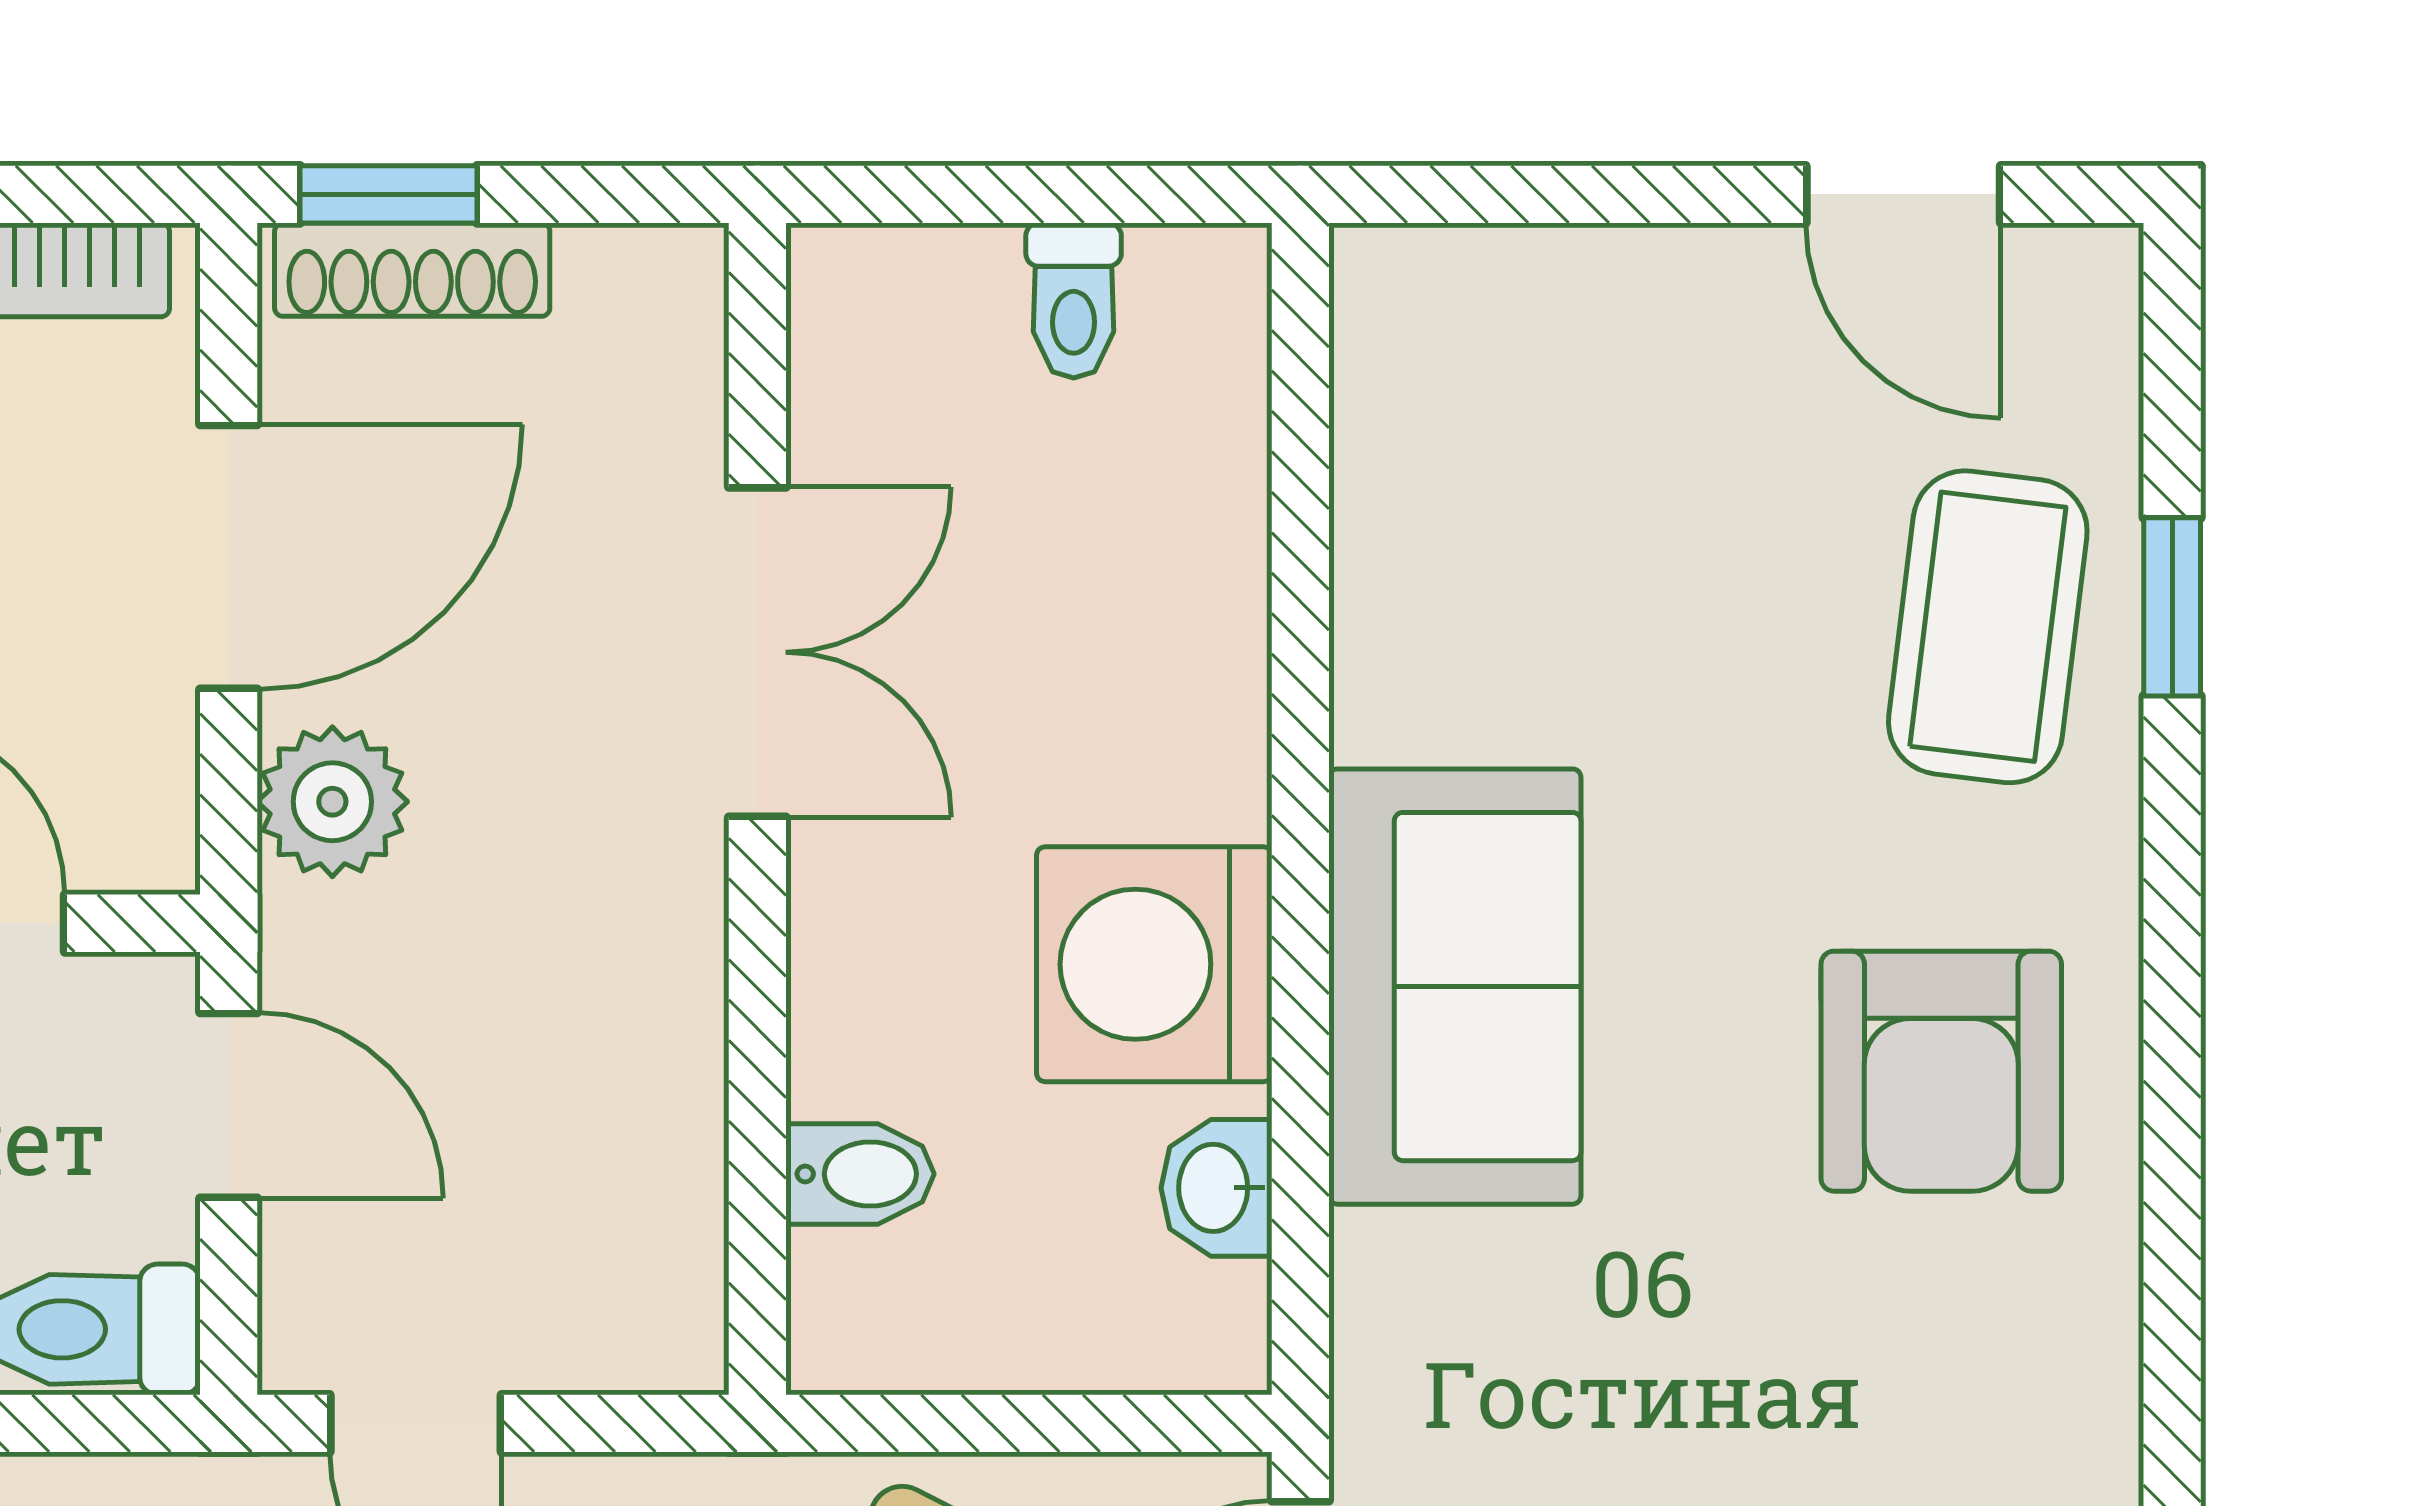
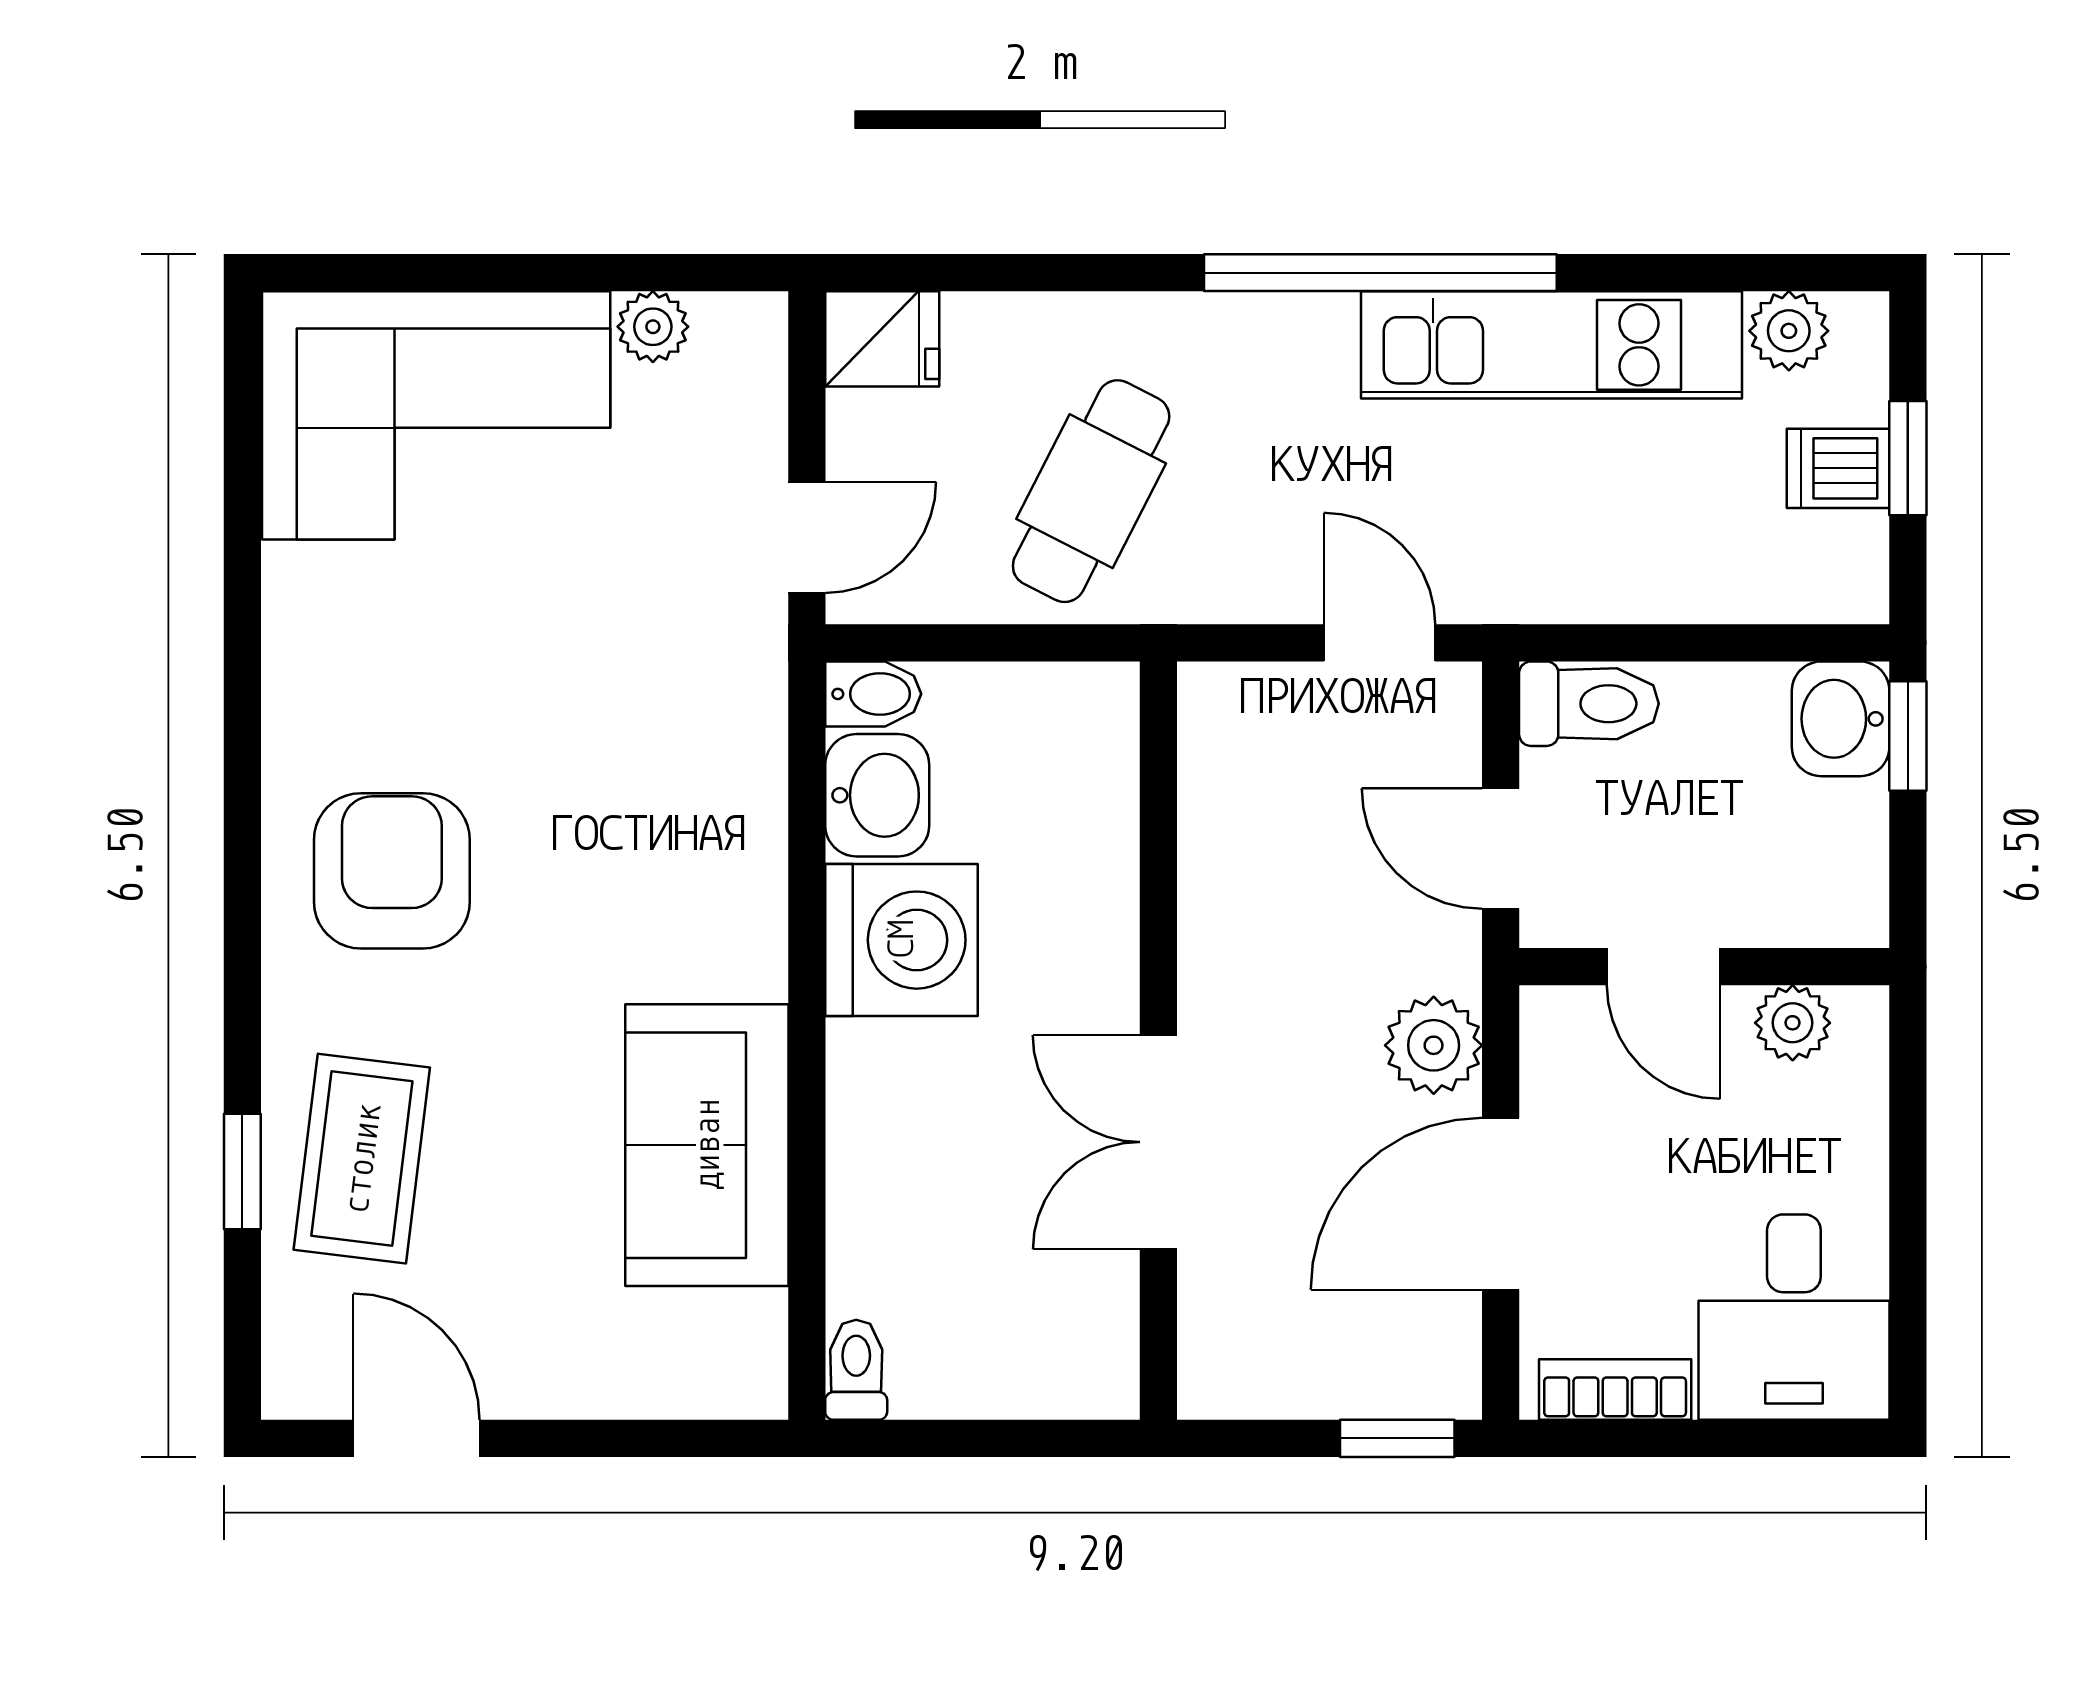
shoe rack: (412, 270) -> (1382, 1390), removed
toilet: (1074, 301) -> (856, 1370), moved
sofa: (1455, 987) -> (707, 1145), moved
bidet: (860, 1174) -> (873, 694), moved, turned 180
washbasin: (1216, 1188) -> (877, 795), width x1.38, depth x1.45

